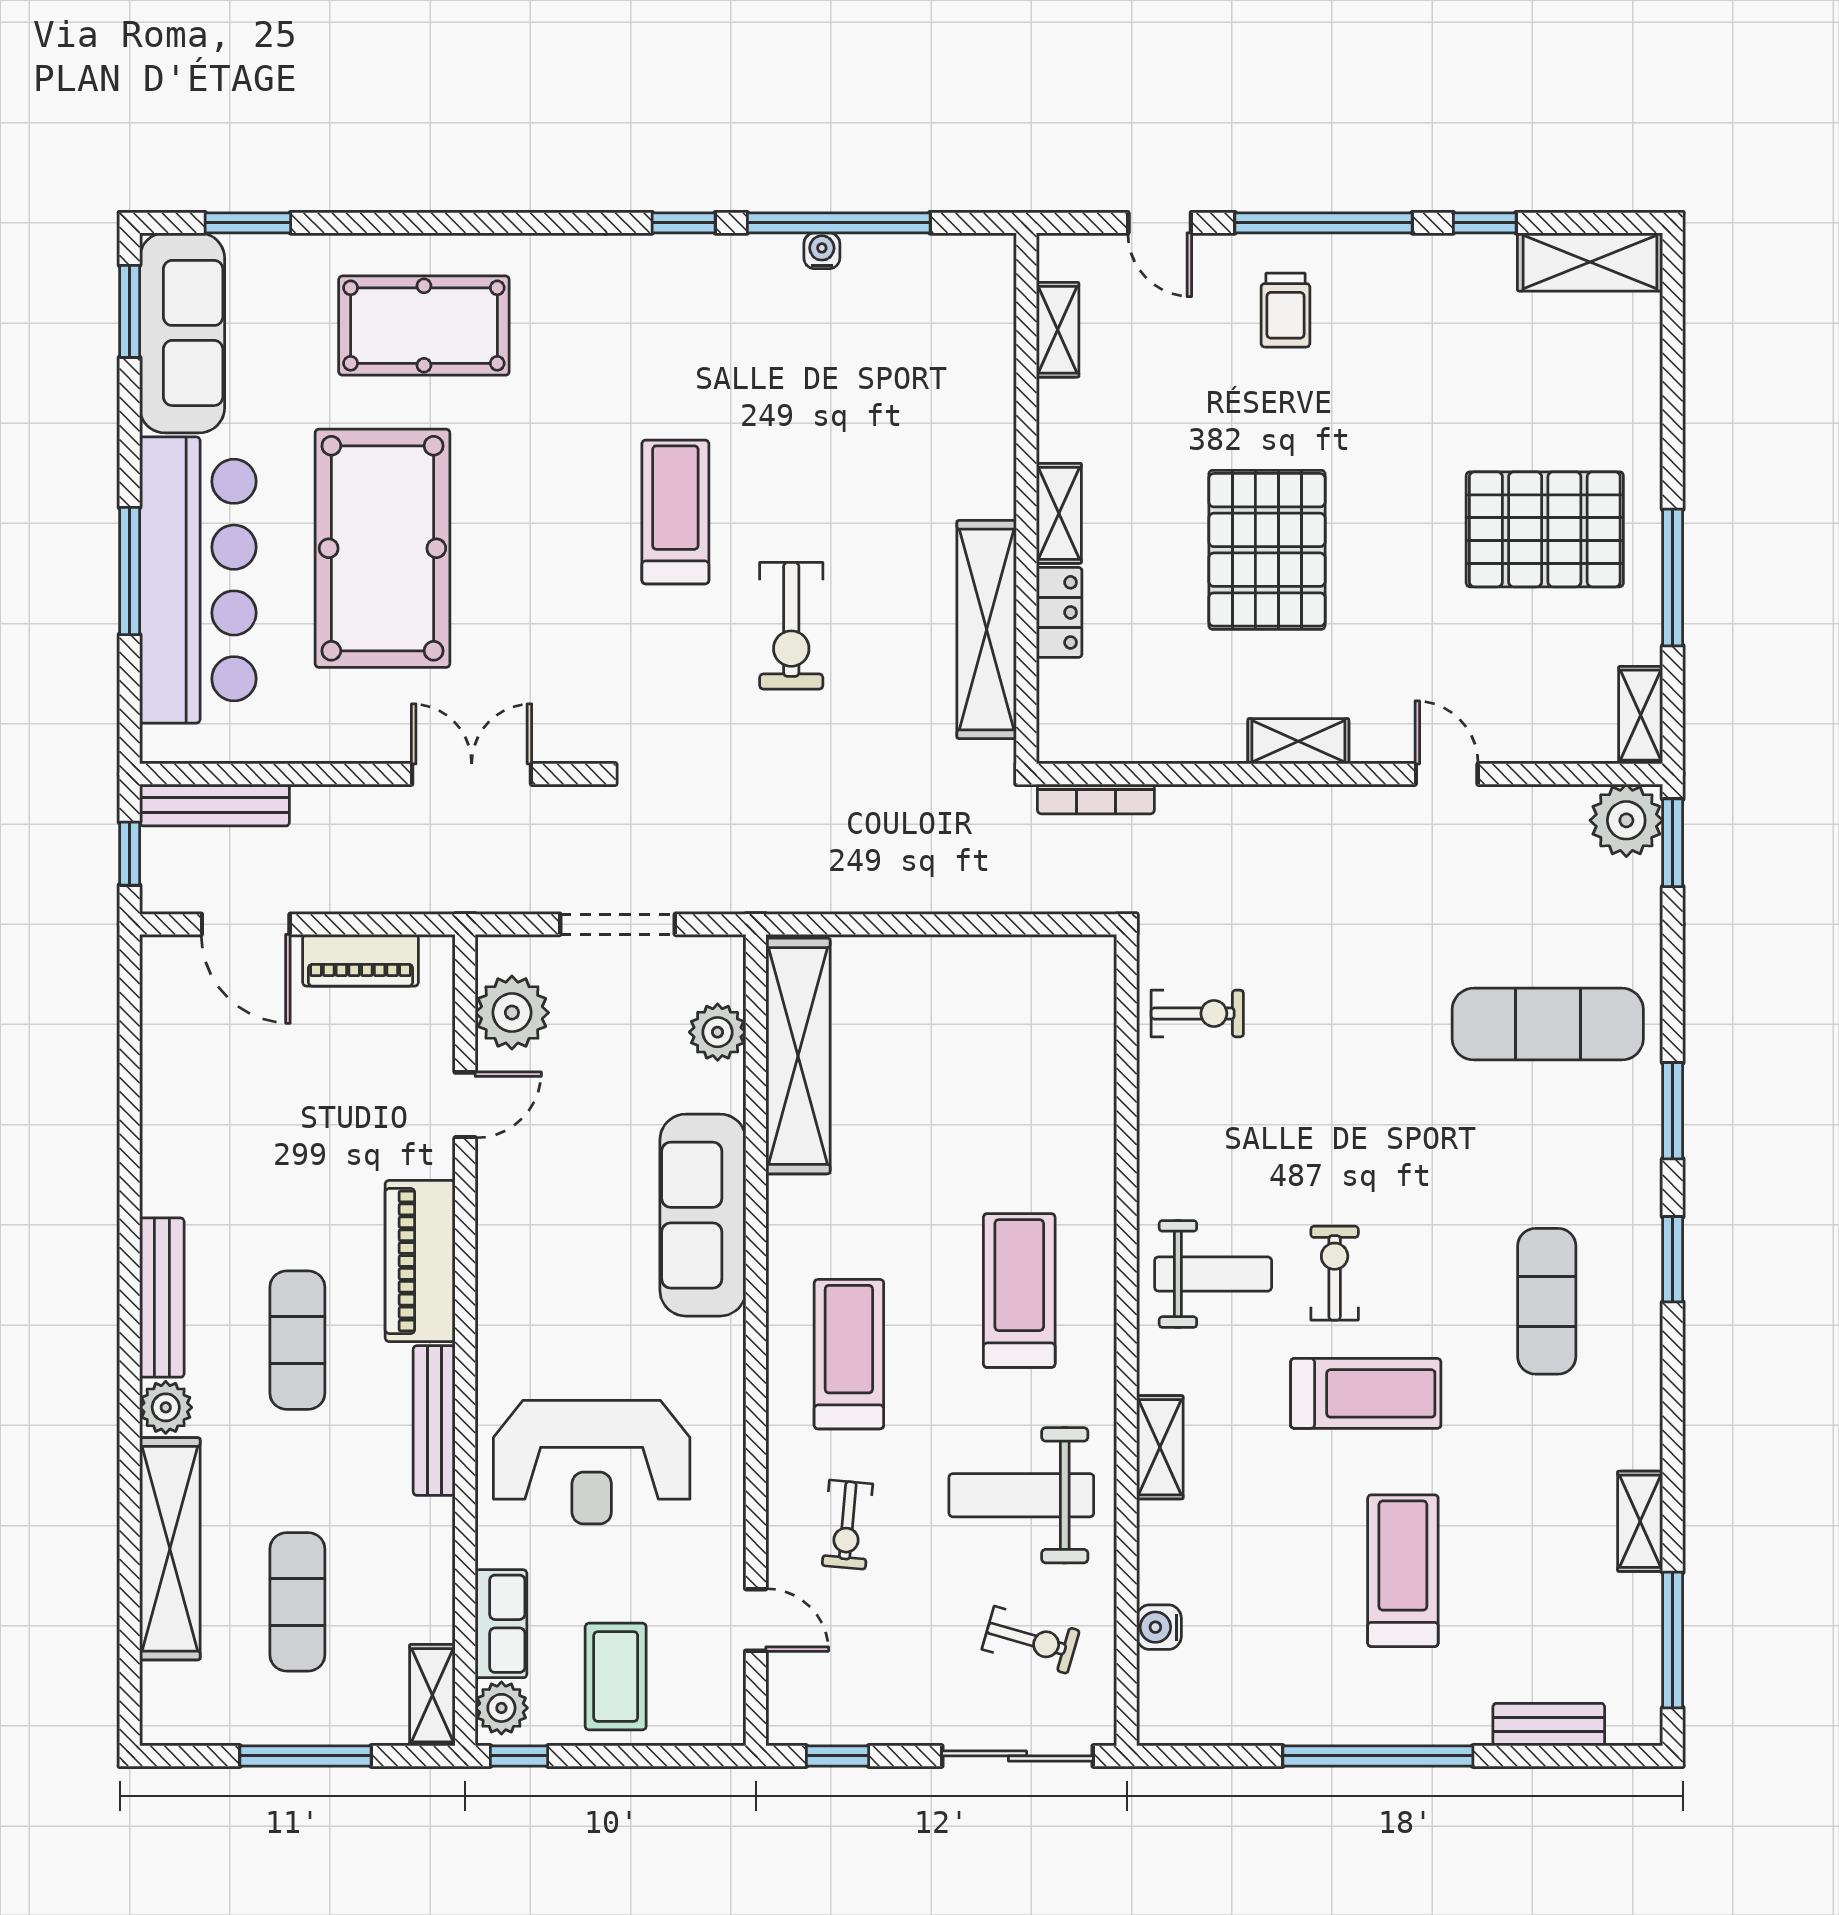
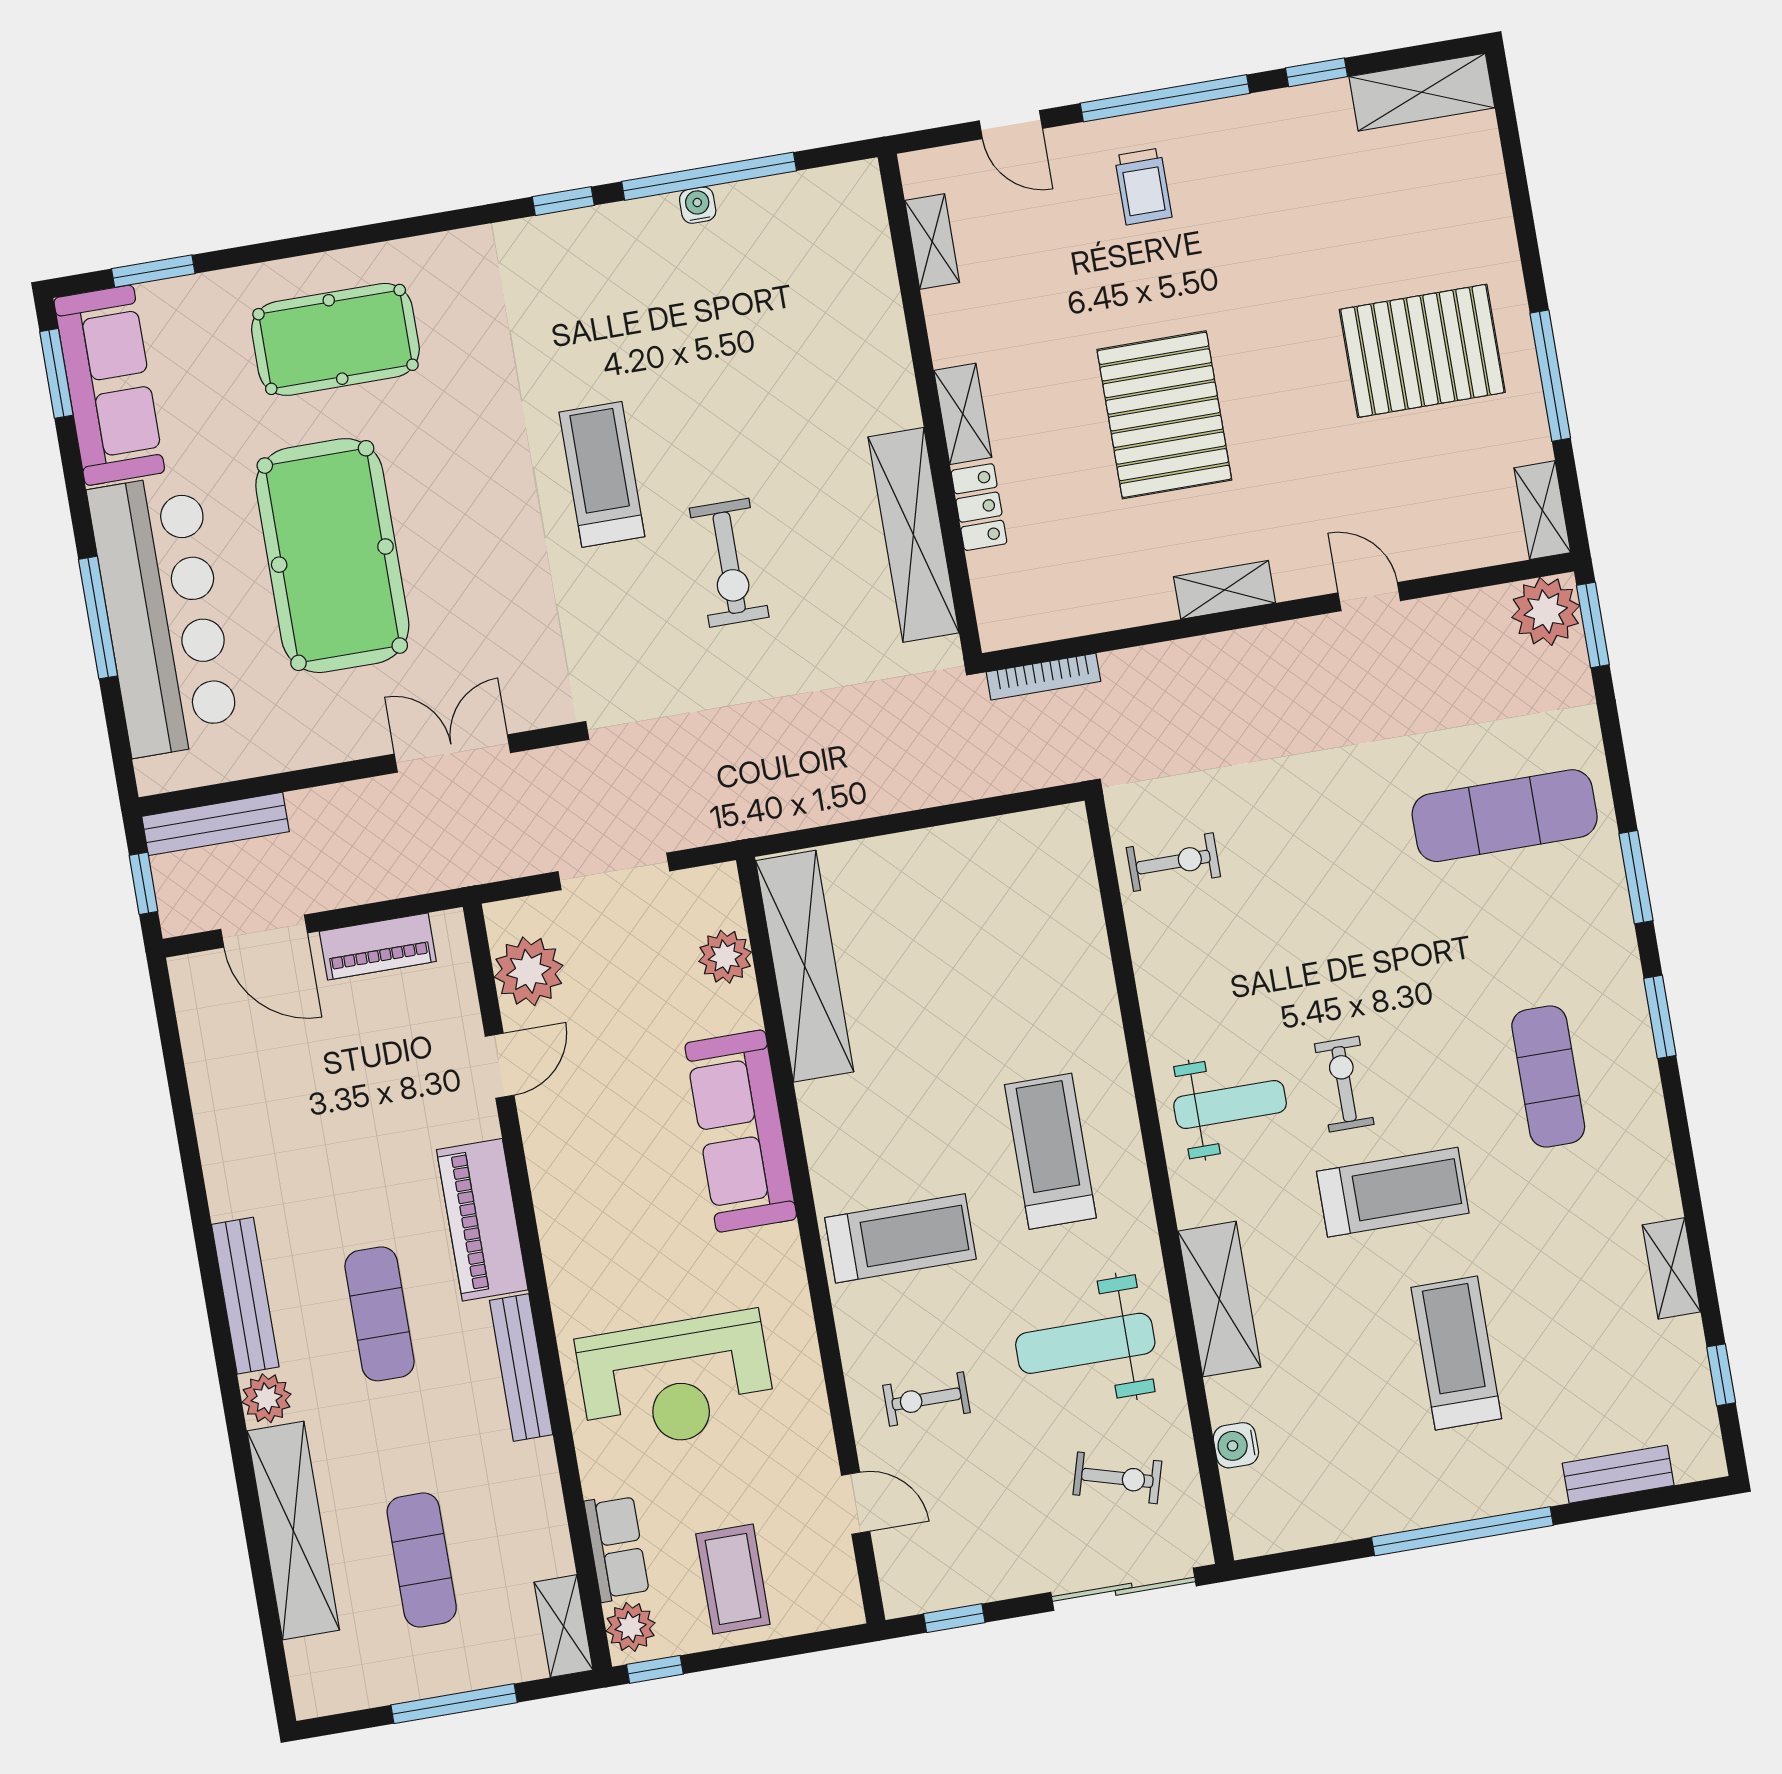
treadmill: (849, 1354) -> (900, 1238), turned 90
shelving: (1160, 1447) -> (1219, 1299), width x1.50, depth x1.33
exercise bike: (847, 1525) -> (926, 1399), turned 85
window: (1673, 1640) -> (1721, 1375), width x0.46

